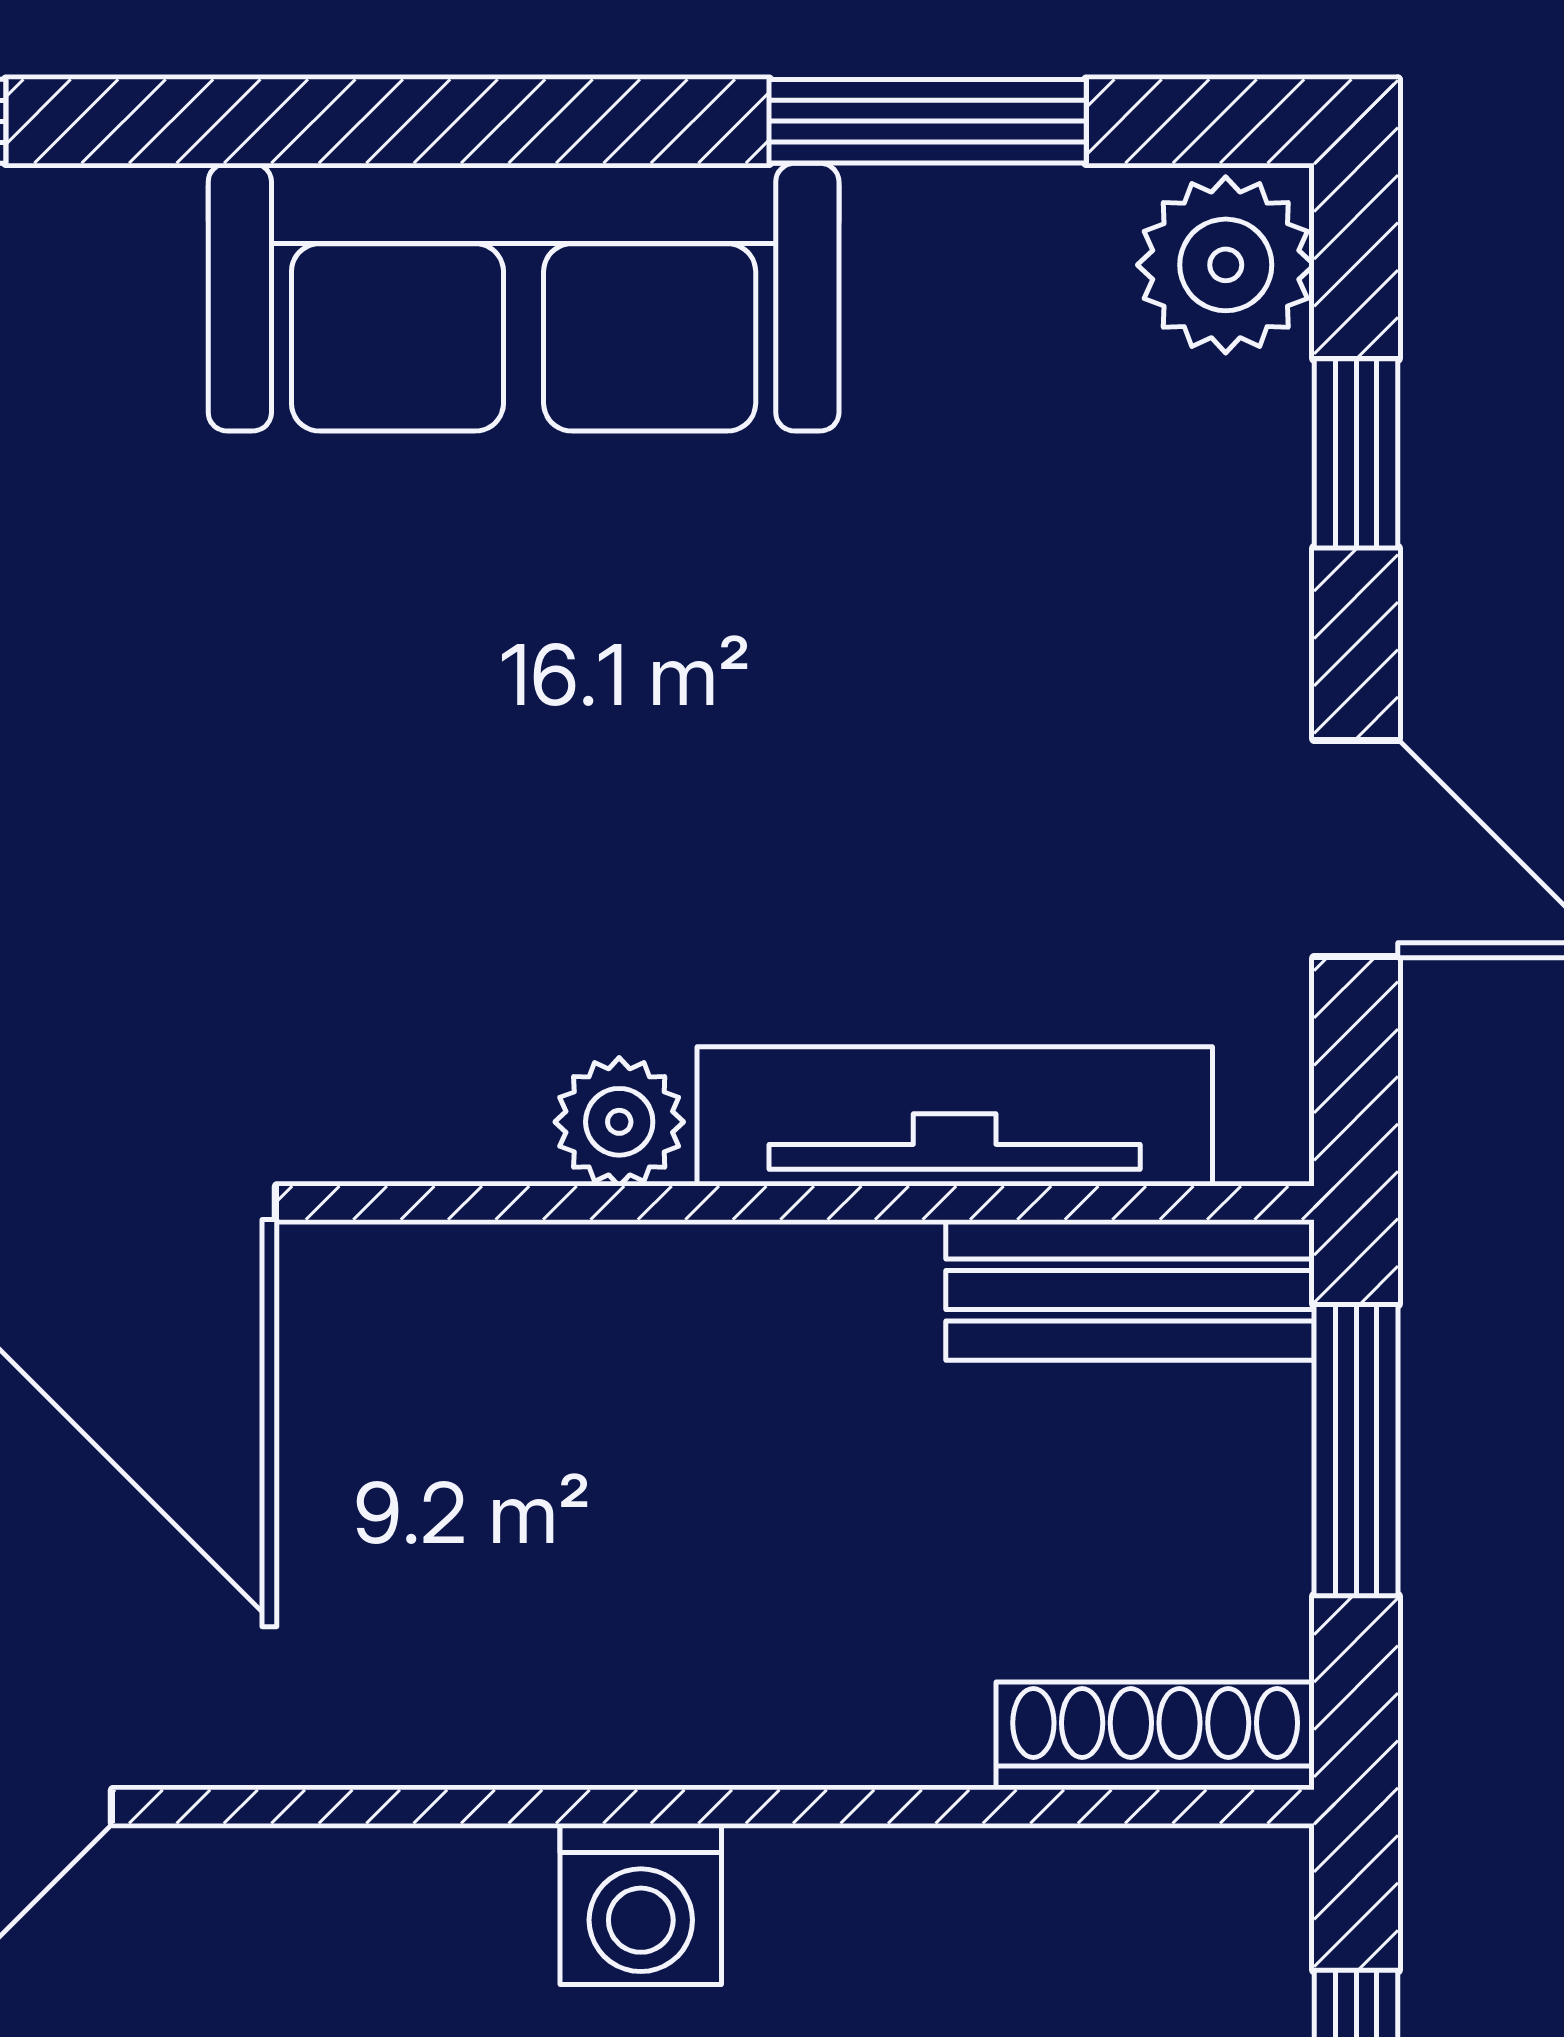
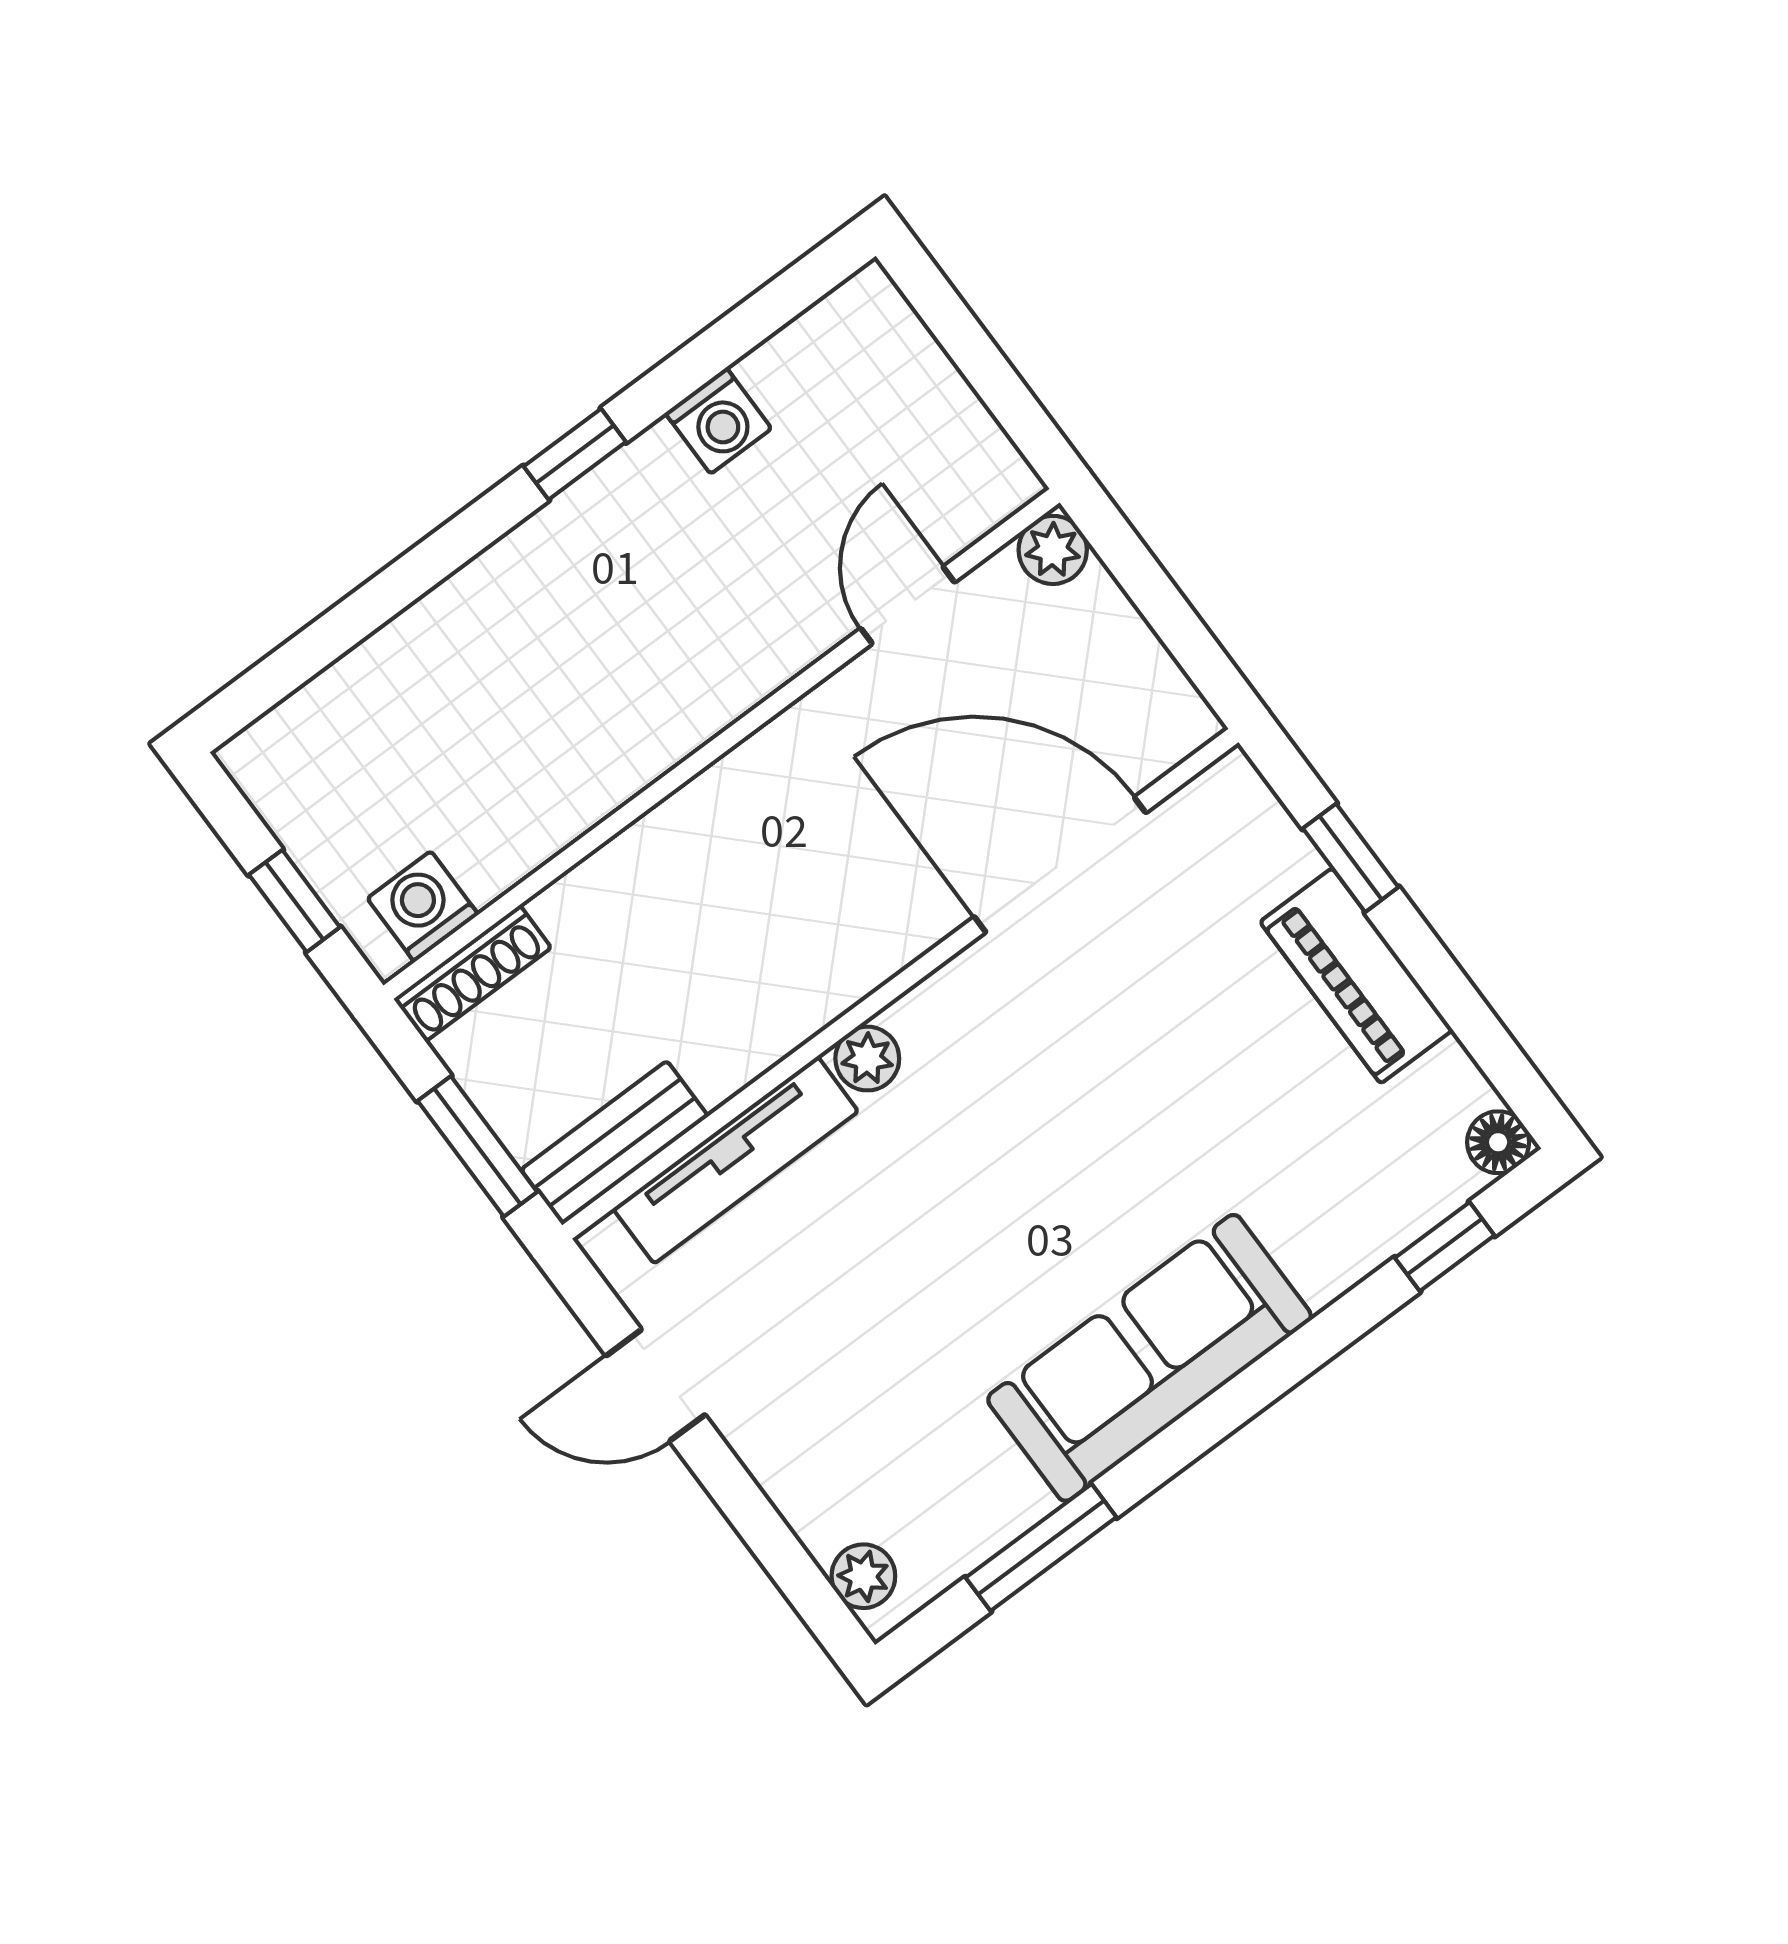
plant: (1226, 265) -> (863, 1576), width x0.73, depth x0.73
window: (1356, 453) -> (773, 1542), removed
washing machine: (641, 1904) -> (423, 906), moved

